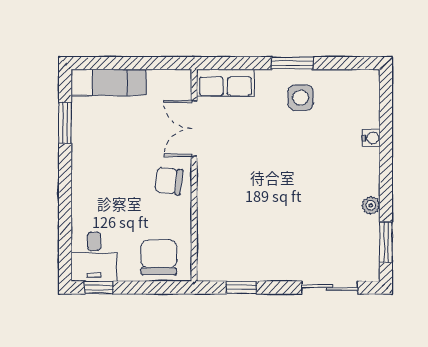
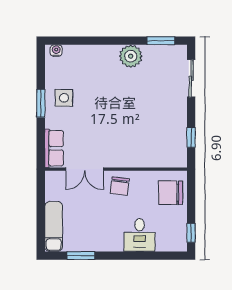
water cooler: (371, 138) -> (56, 51), moved
plant: (371, 205) -> (131, 56), width x1.88, depth x1.88
desk: (94, 257) -> (140, 235), moved, turned 90

